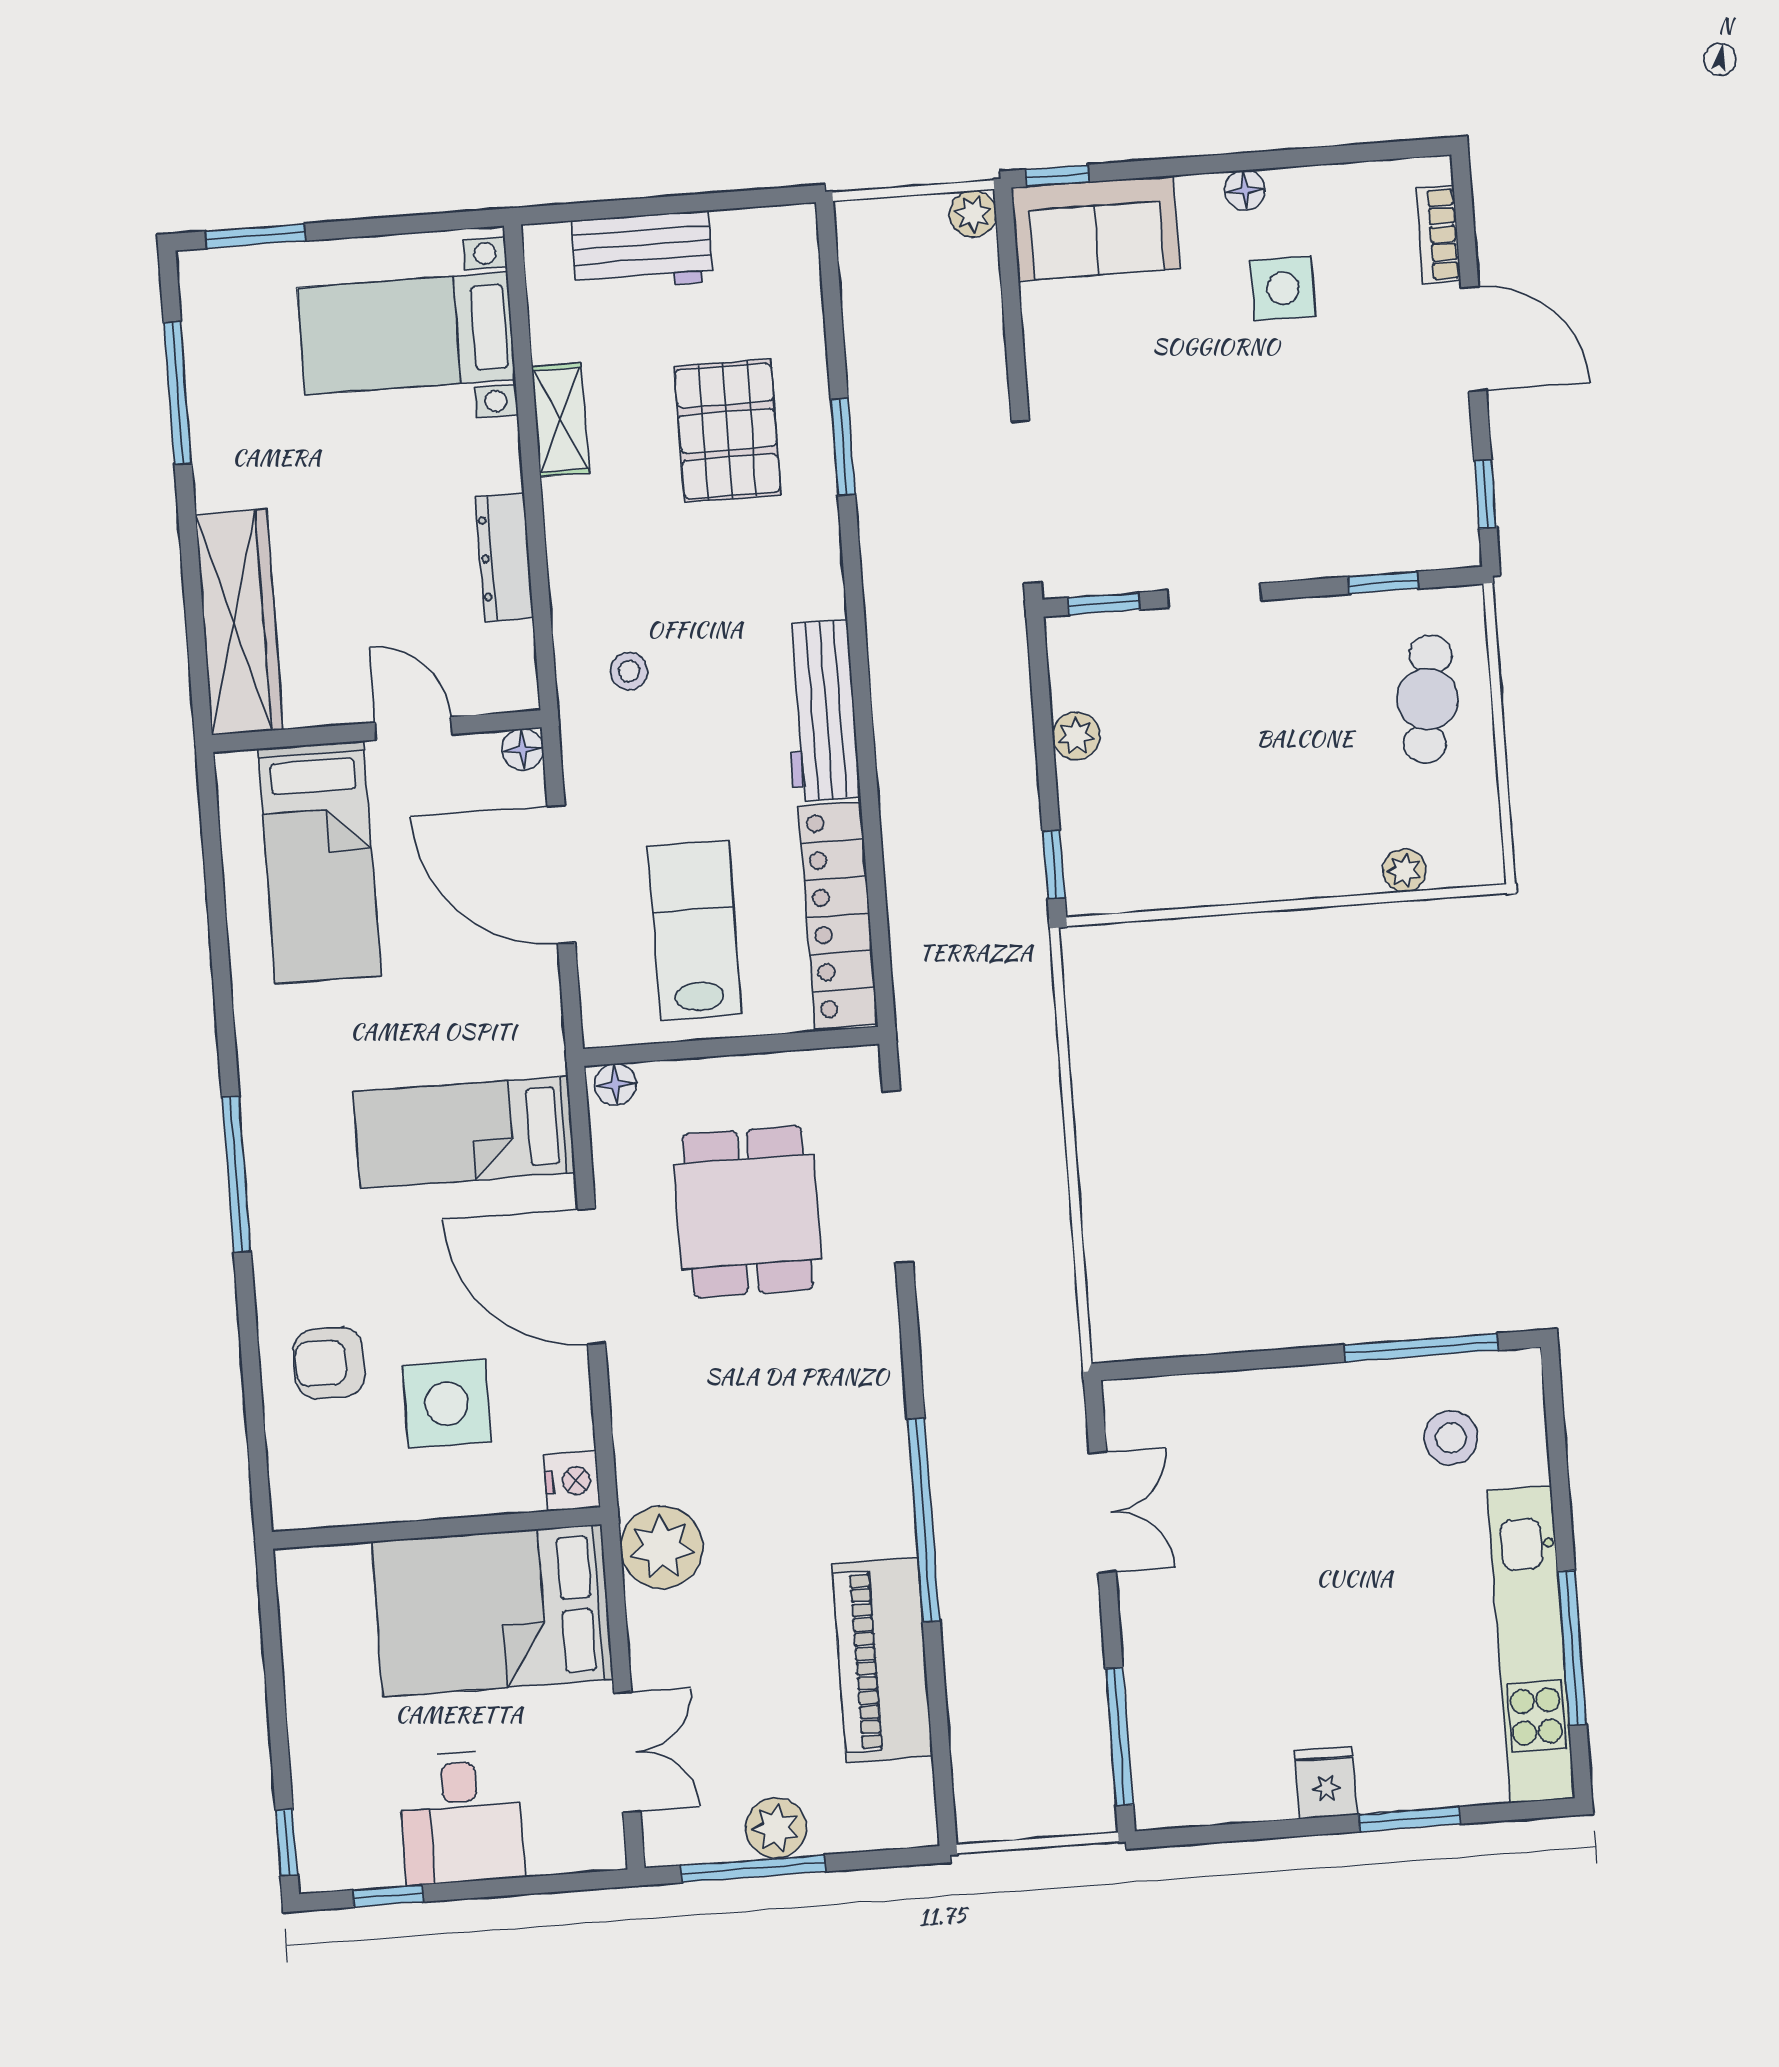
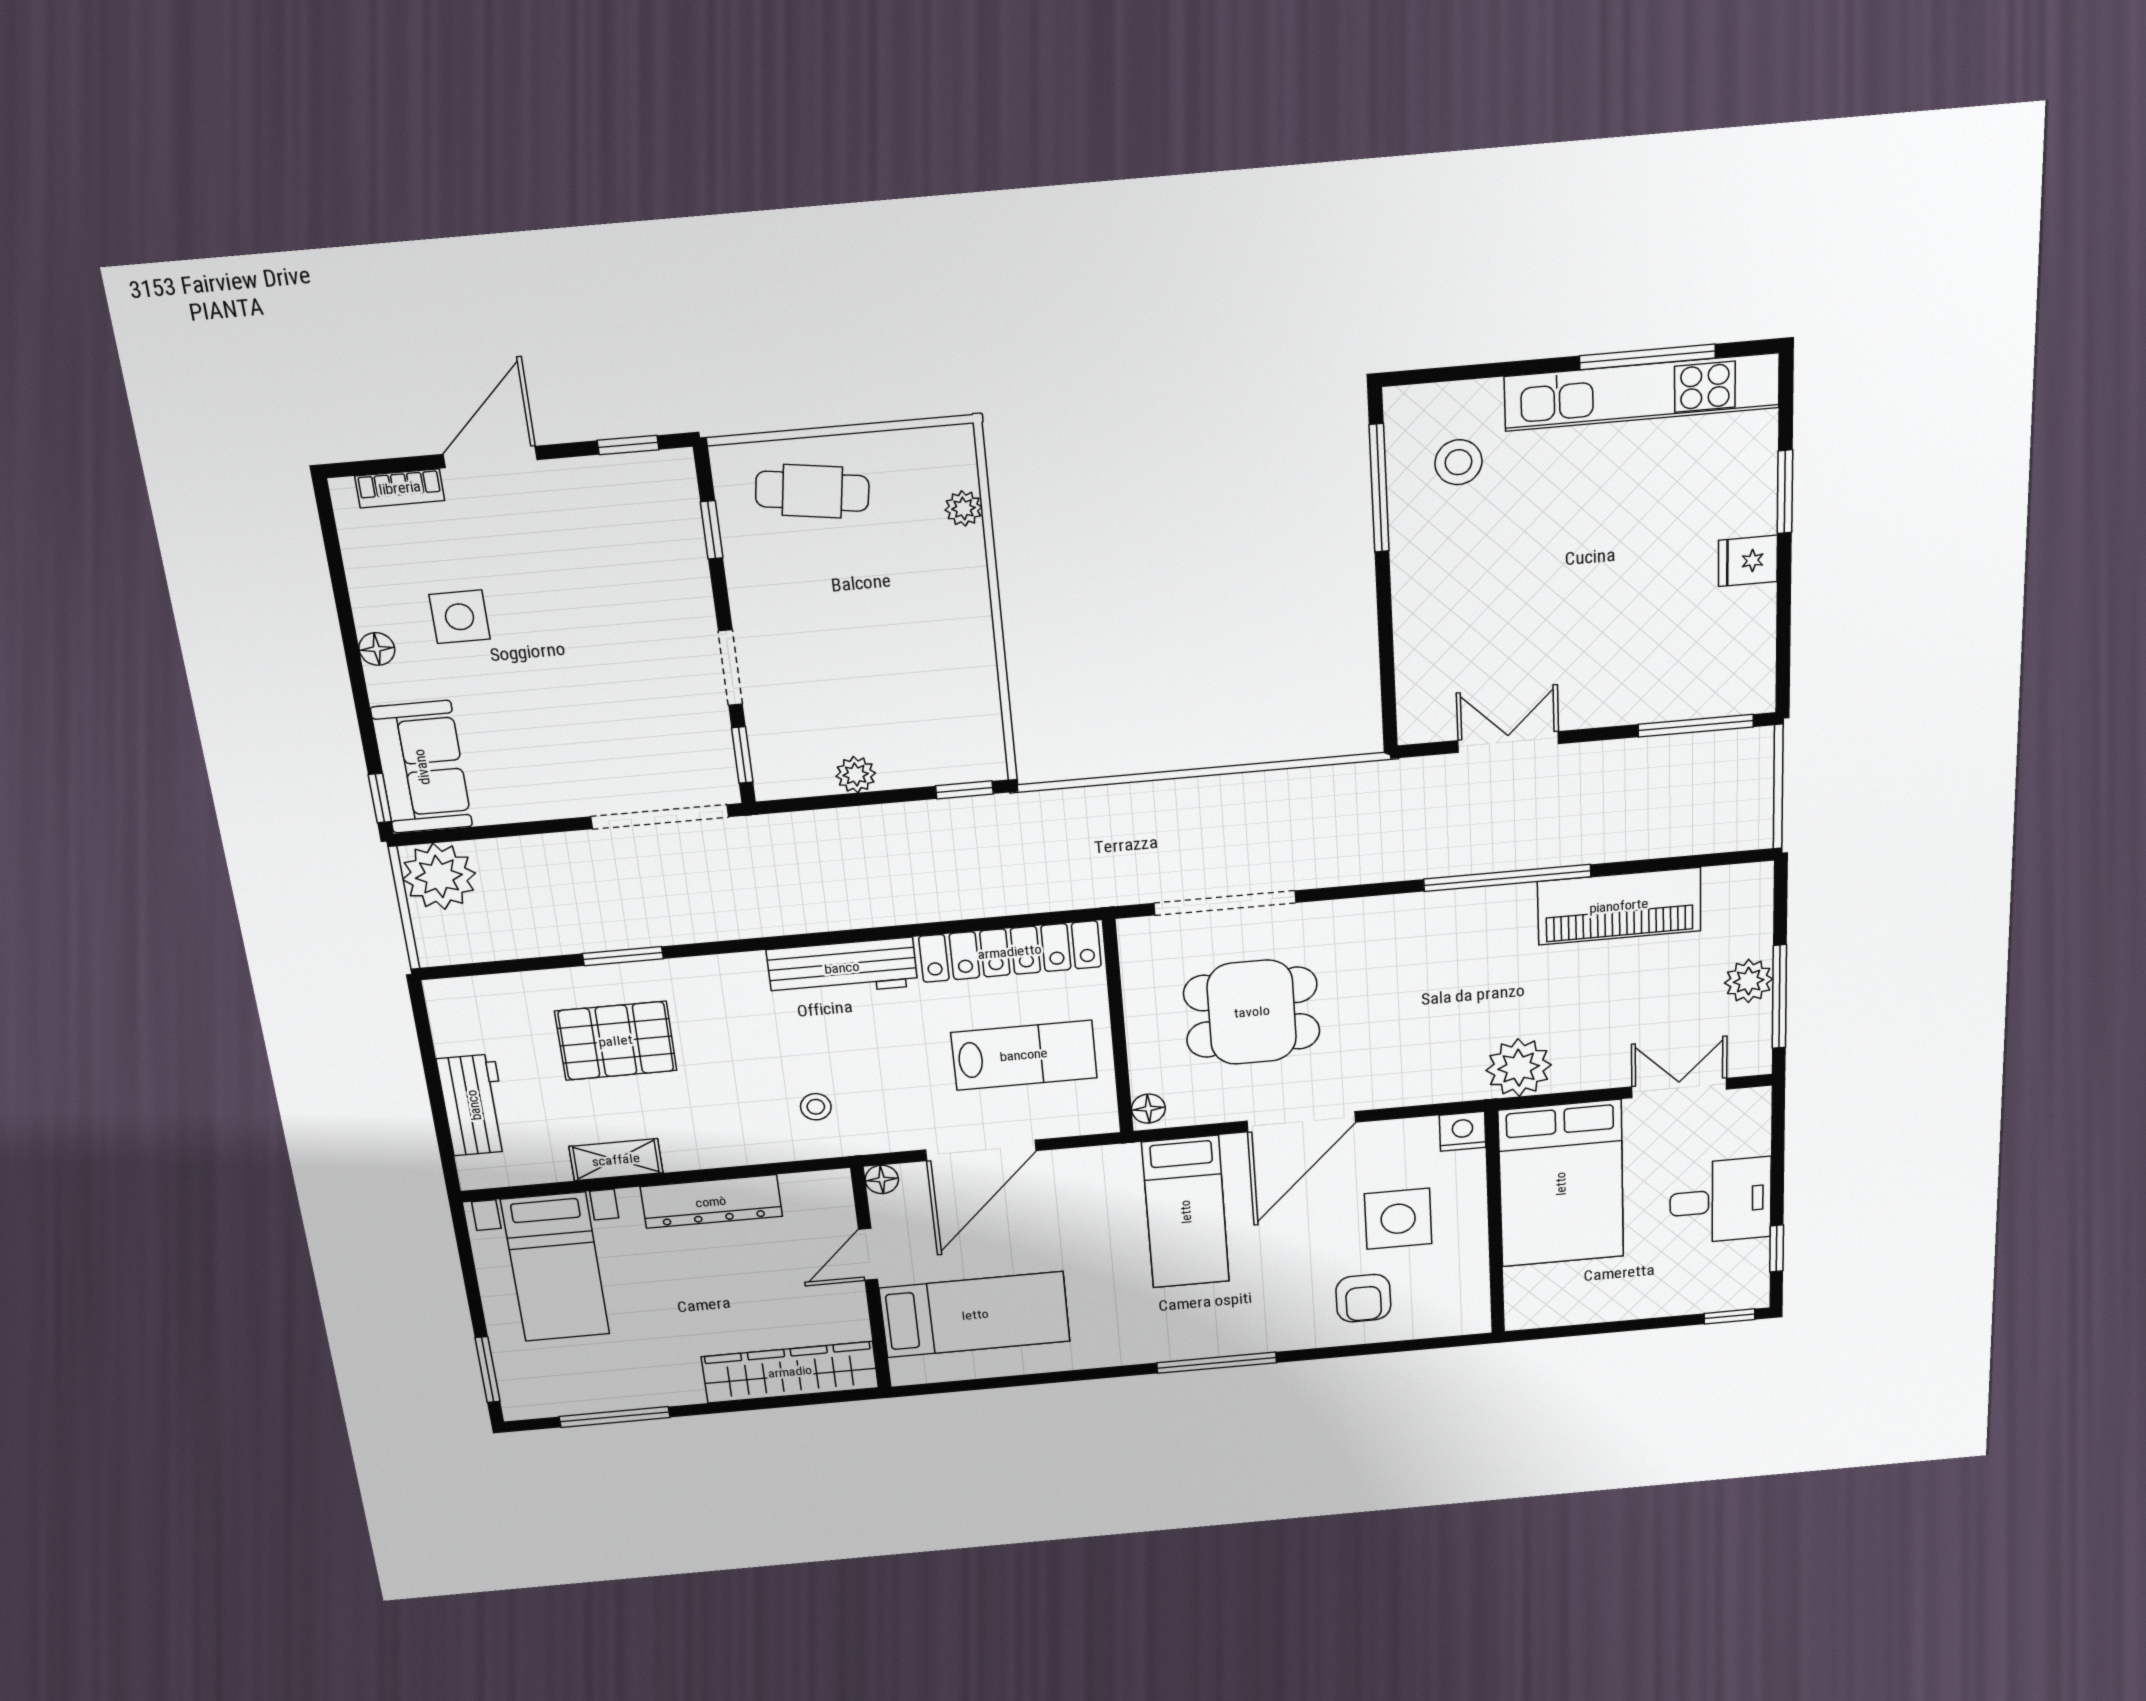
plant: (973, 214) -> (439, 876), width x1.87, depth x1.87
dresser: (504, 557) -> (711, 1202), width x1.37, depth x1.24
lab bench: (695, 930) -> (1024, 1055), turned 180

